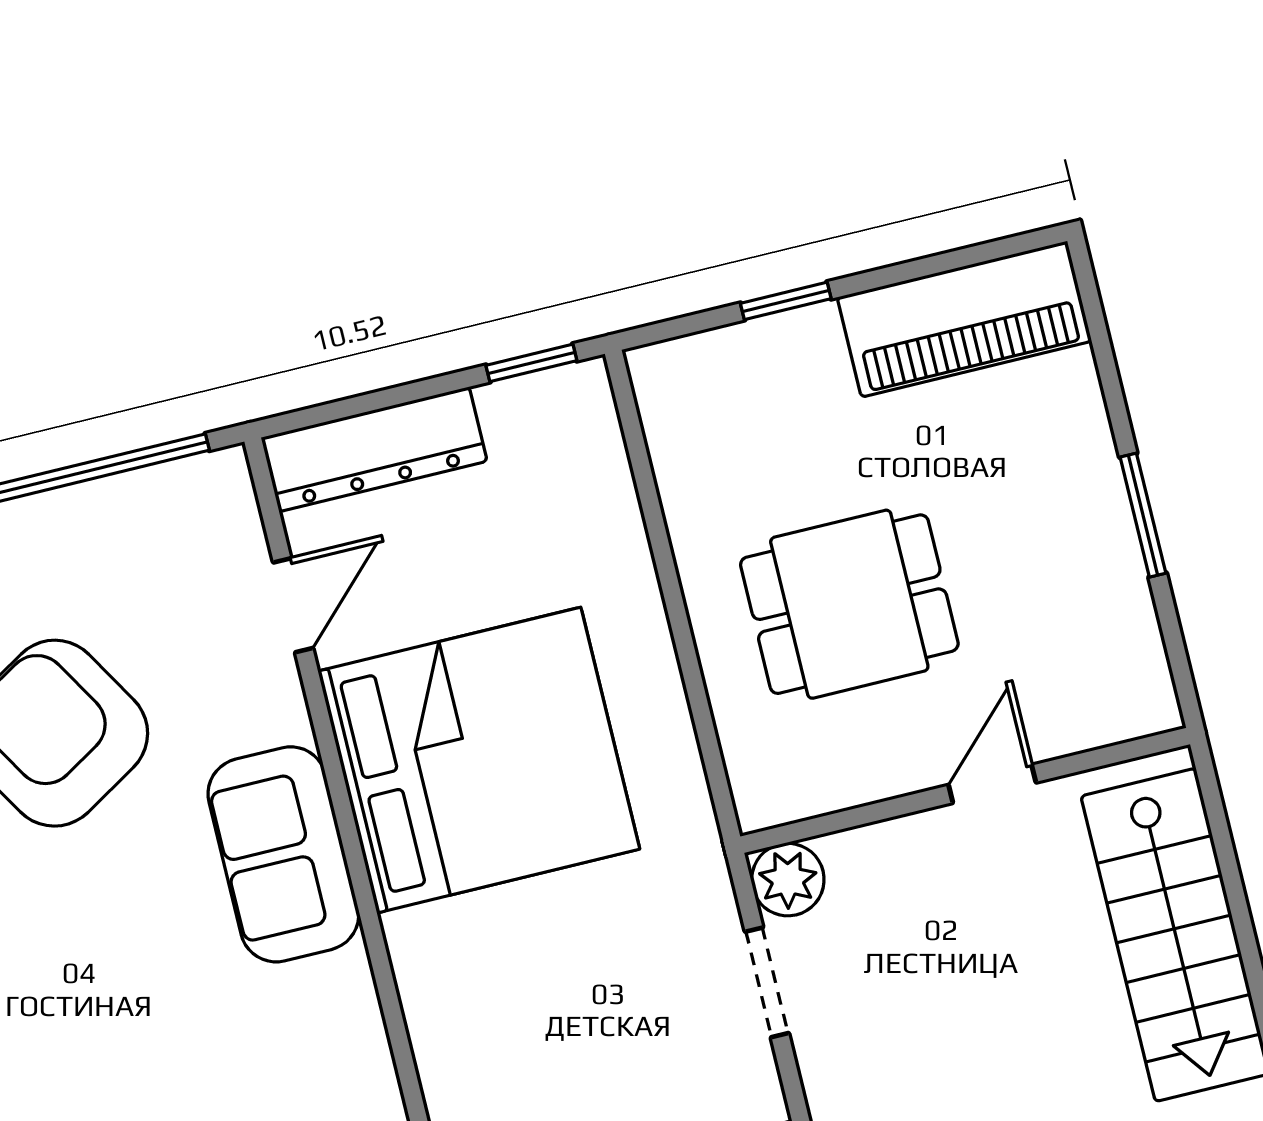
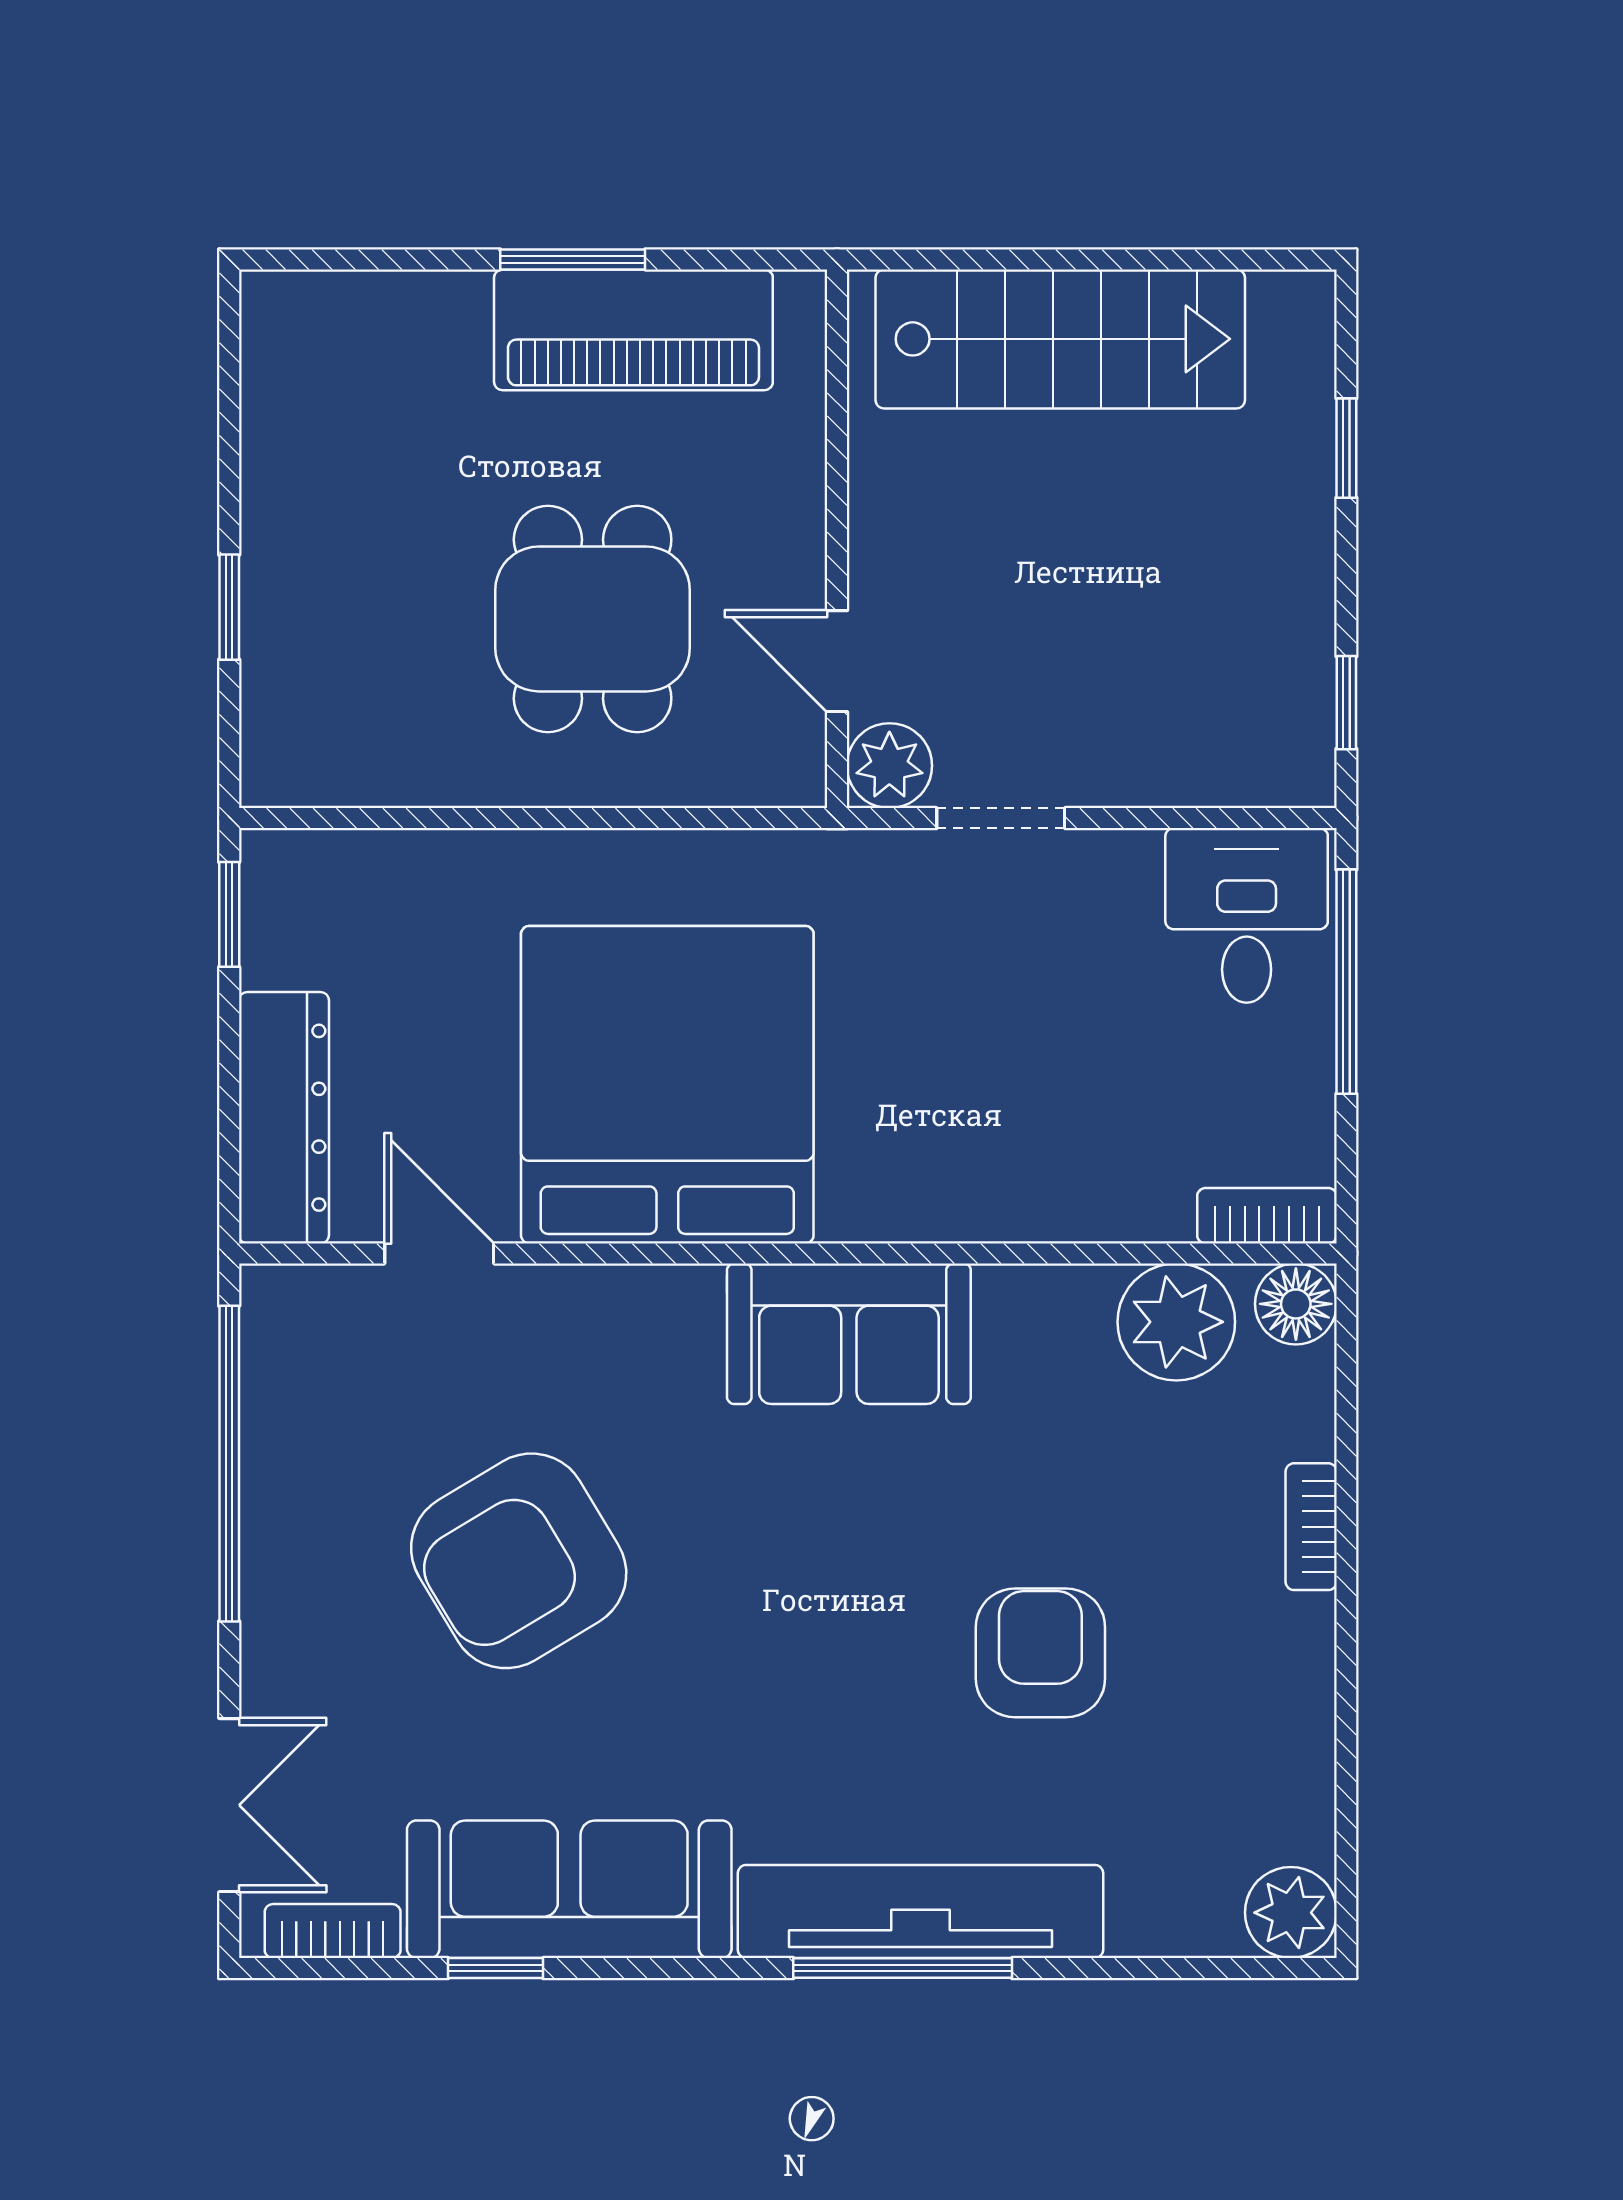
piano: (964, 319) -> (633, 330), moved, turned 90
door: (992, 784) -> (837, 661), moved
sofa: (283, 854) -> (849, 1334), moved

